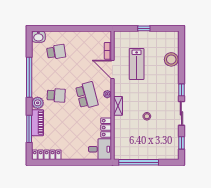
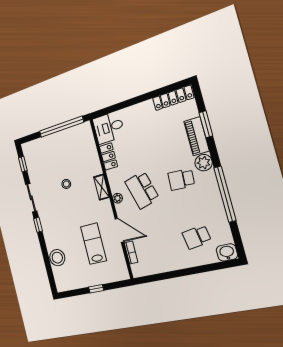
window: (29, 129) -> (206, 124), width x0.69

